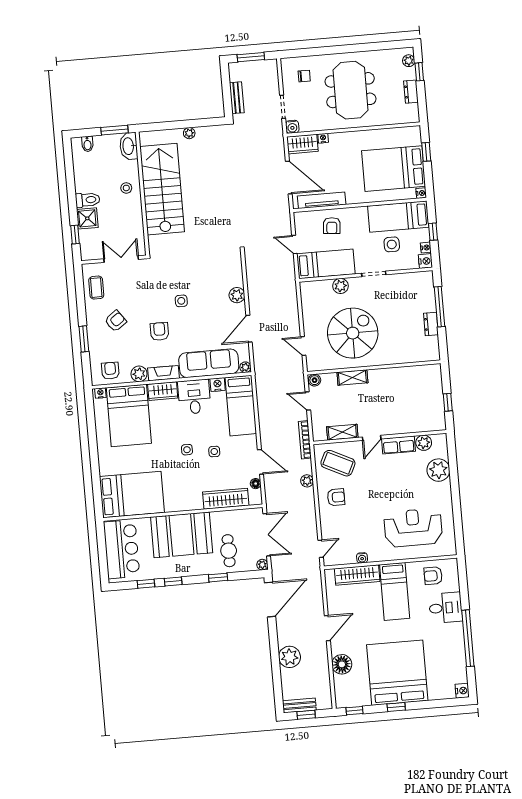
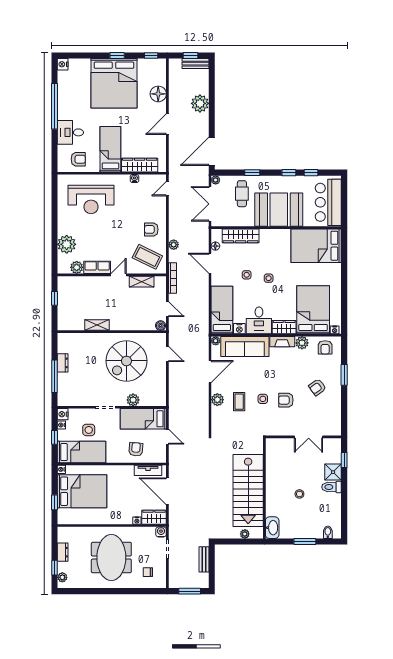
washbasin: (129, 146) -> (272, 528), moved
stairs: (162, 189) -> (248, 491), moved
wall: (142, 194) -> (264, 488), moved
tv unit: (322, 200) -> (148, 470), width x0.71
coffee table: (96, 288) -> (239, 402), moved
armchair: (159, 331) -> (286, 400), moved, turned 90
shelving: (352, 378) -> (97, 325), moved

